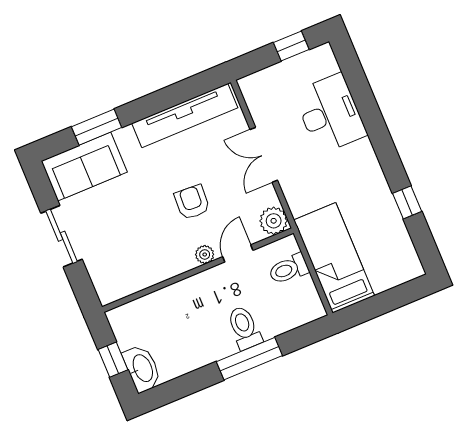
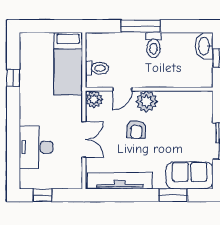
plant: (205, 254) -> (147, 102), width x1.87, depth x1.87
toilet: (244, 328) -> (154, 45), moved

